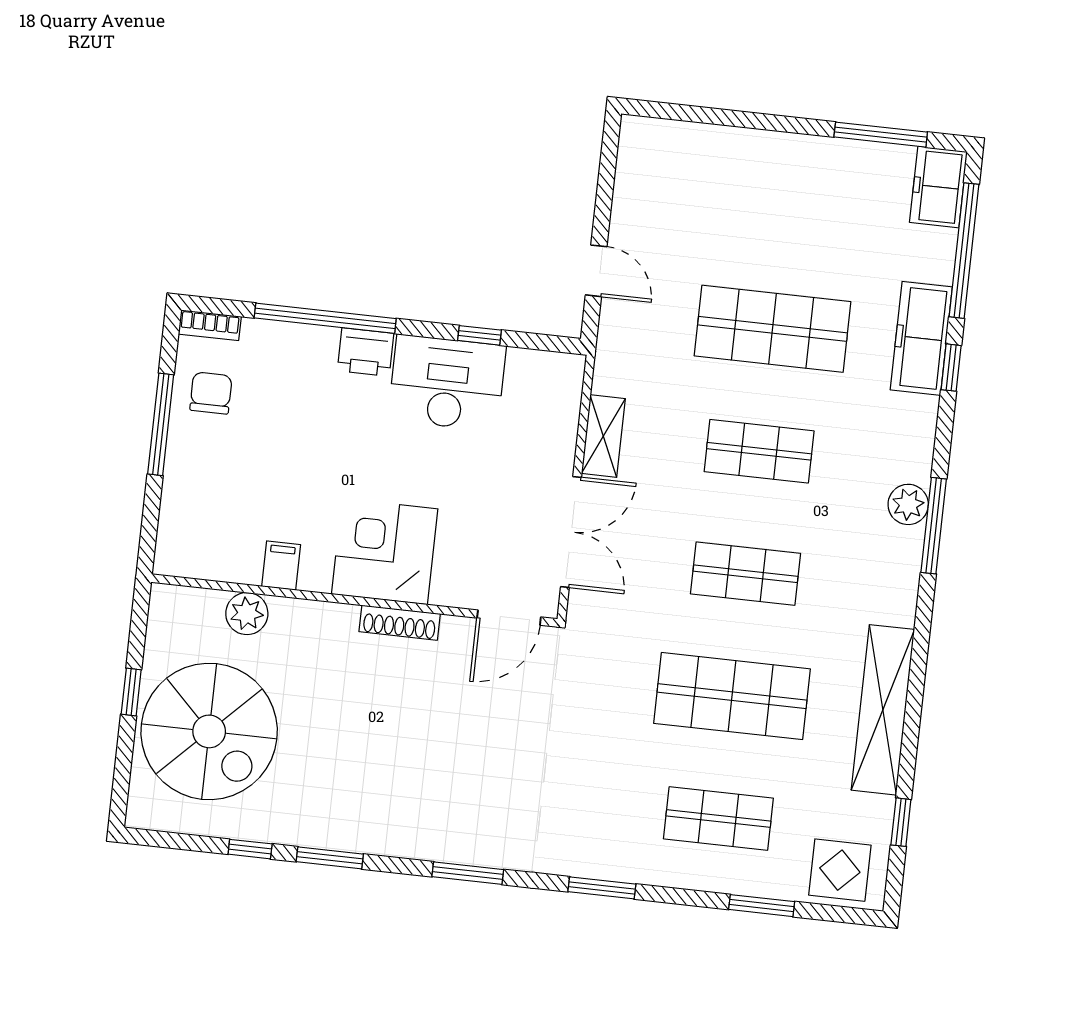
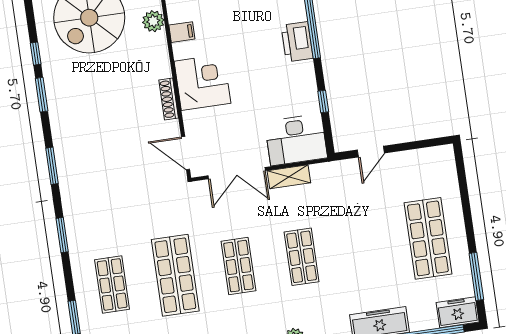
shop shelf: (773, 329) -> (428, 238), moved
printer: (366, 352) -> (297, 42), width x1.37, depth x1.19
desk: (447, 383) -> (296, 140), moved, turned 90

